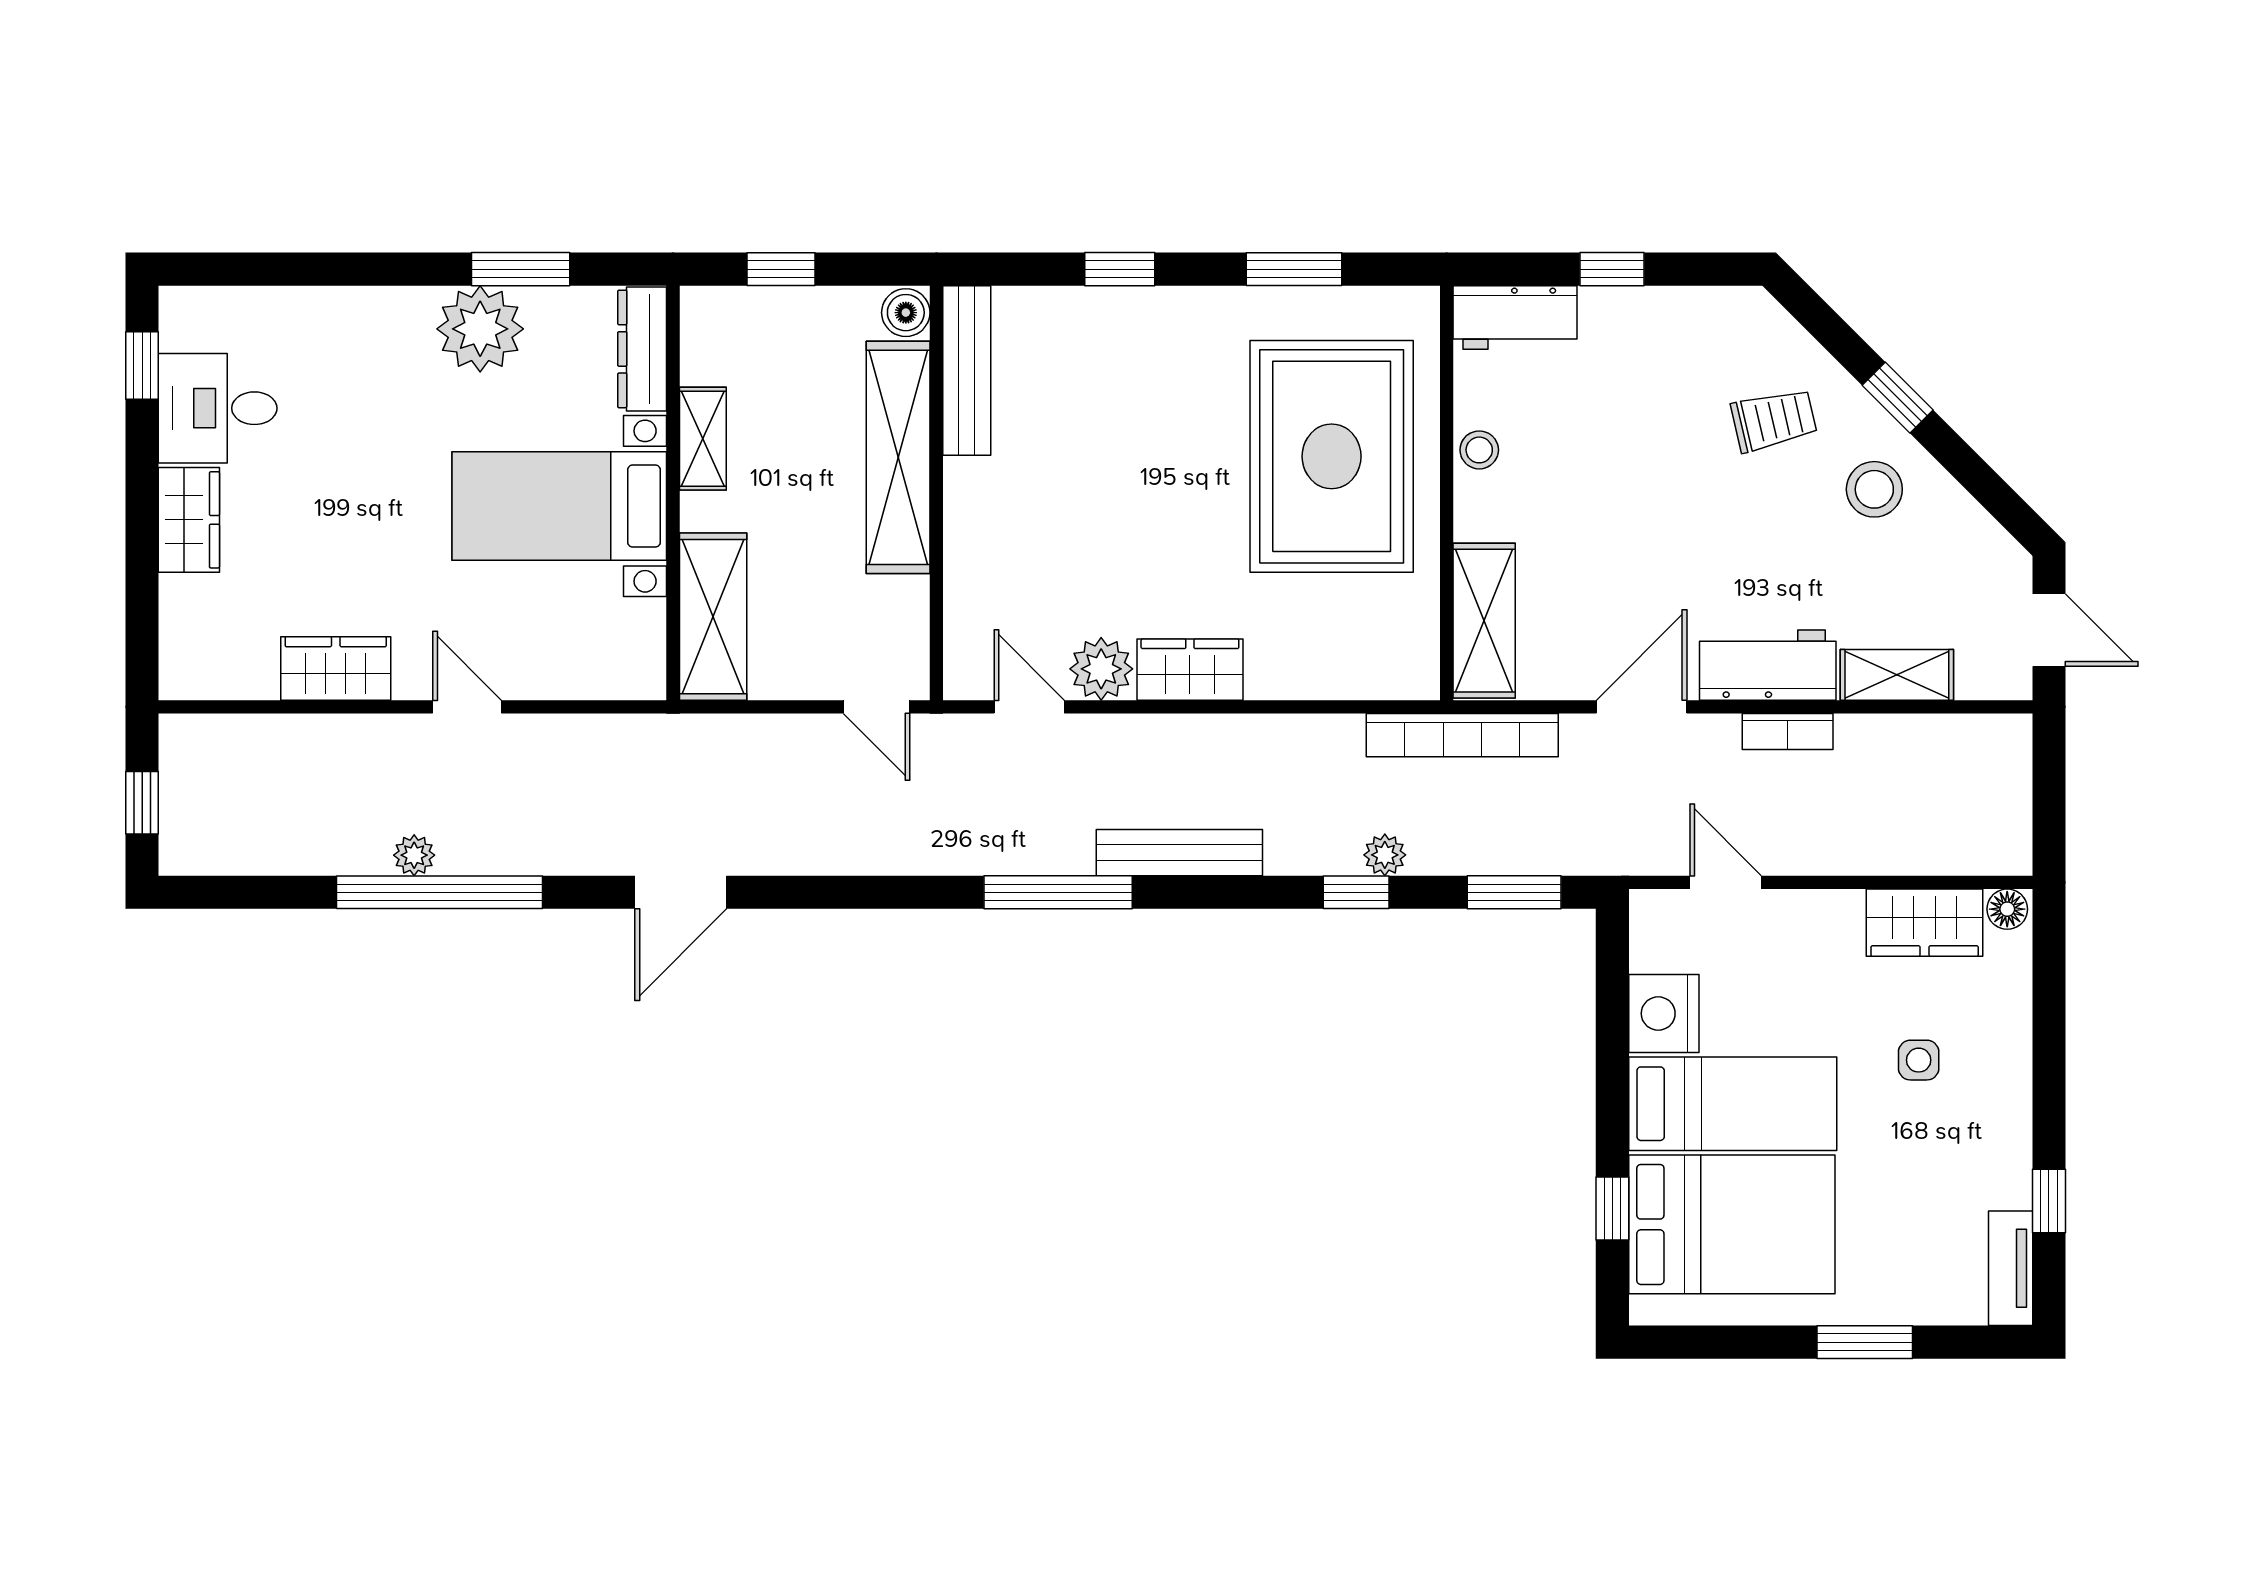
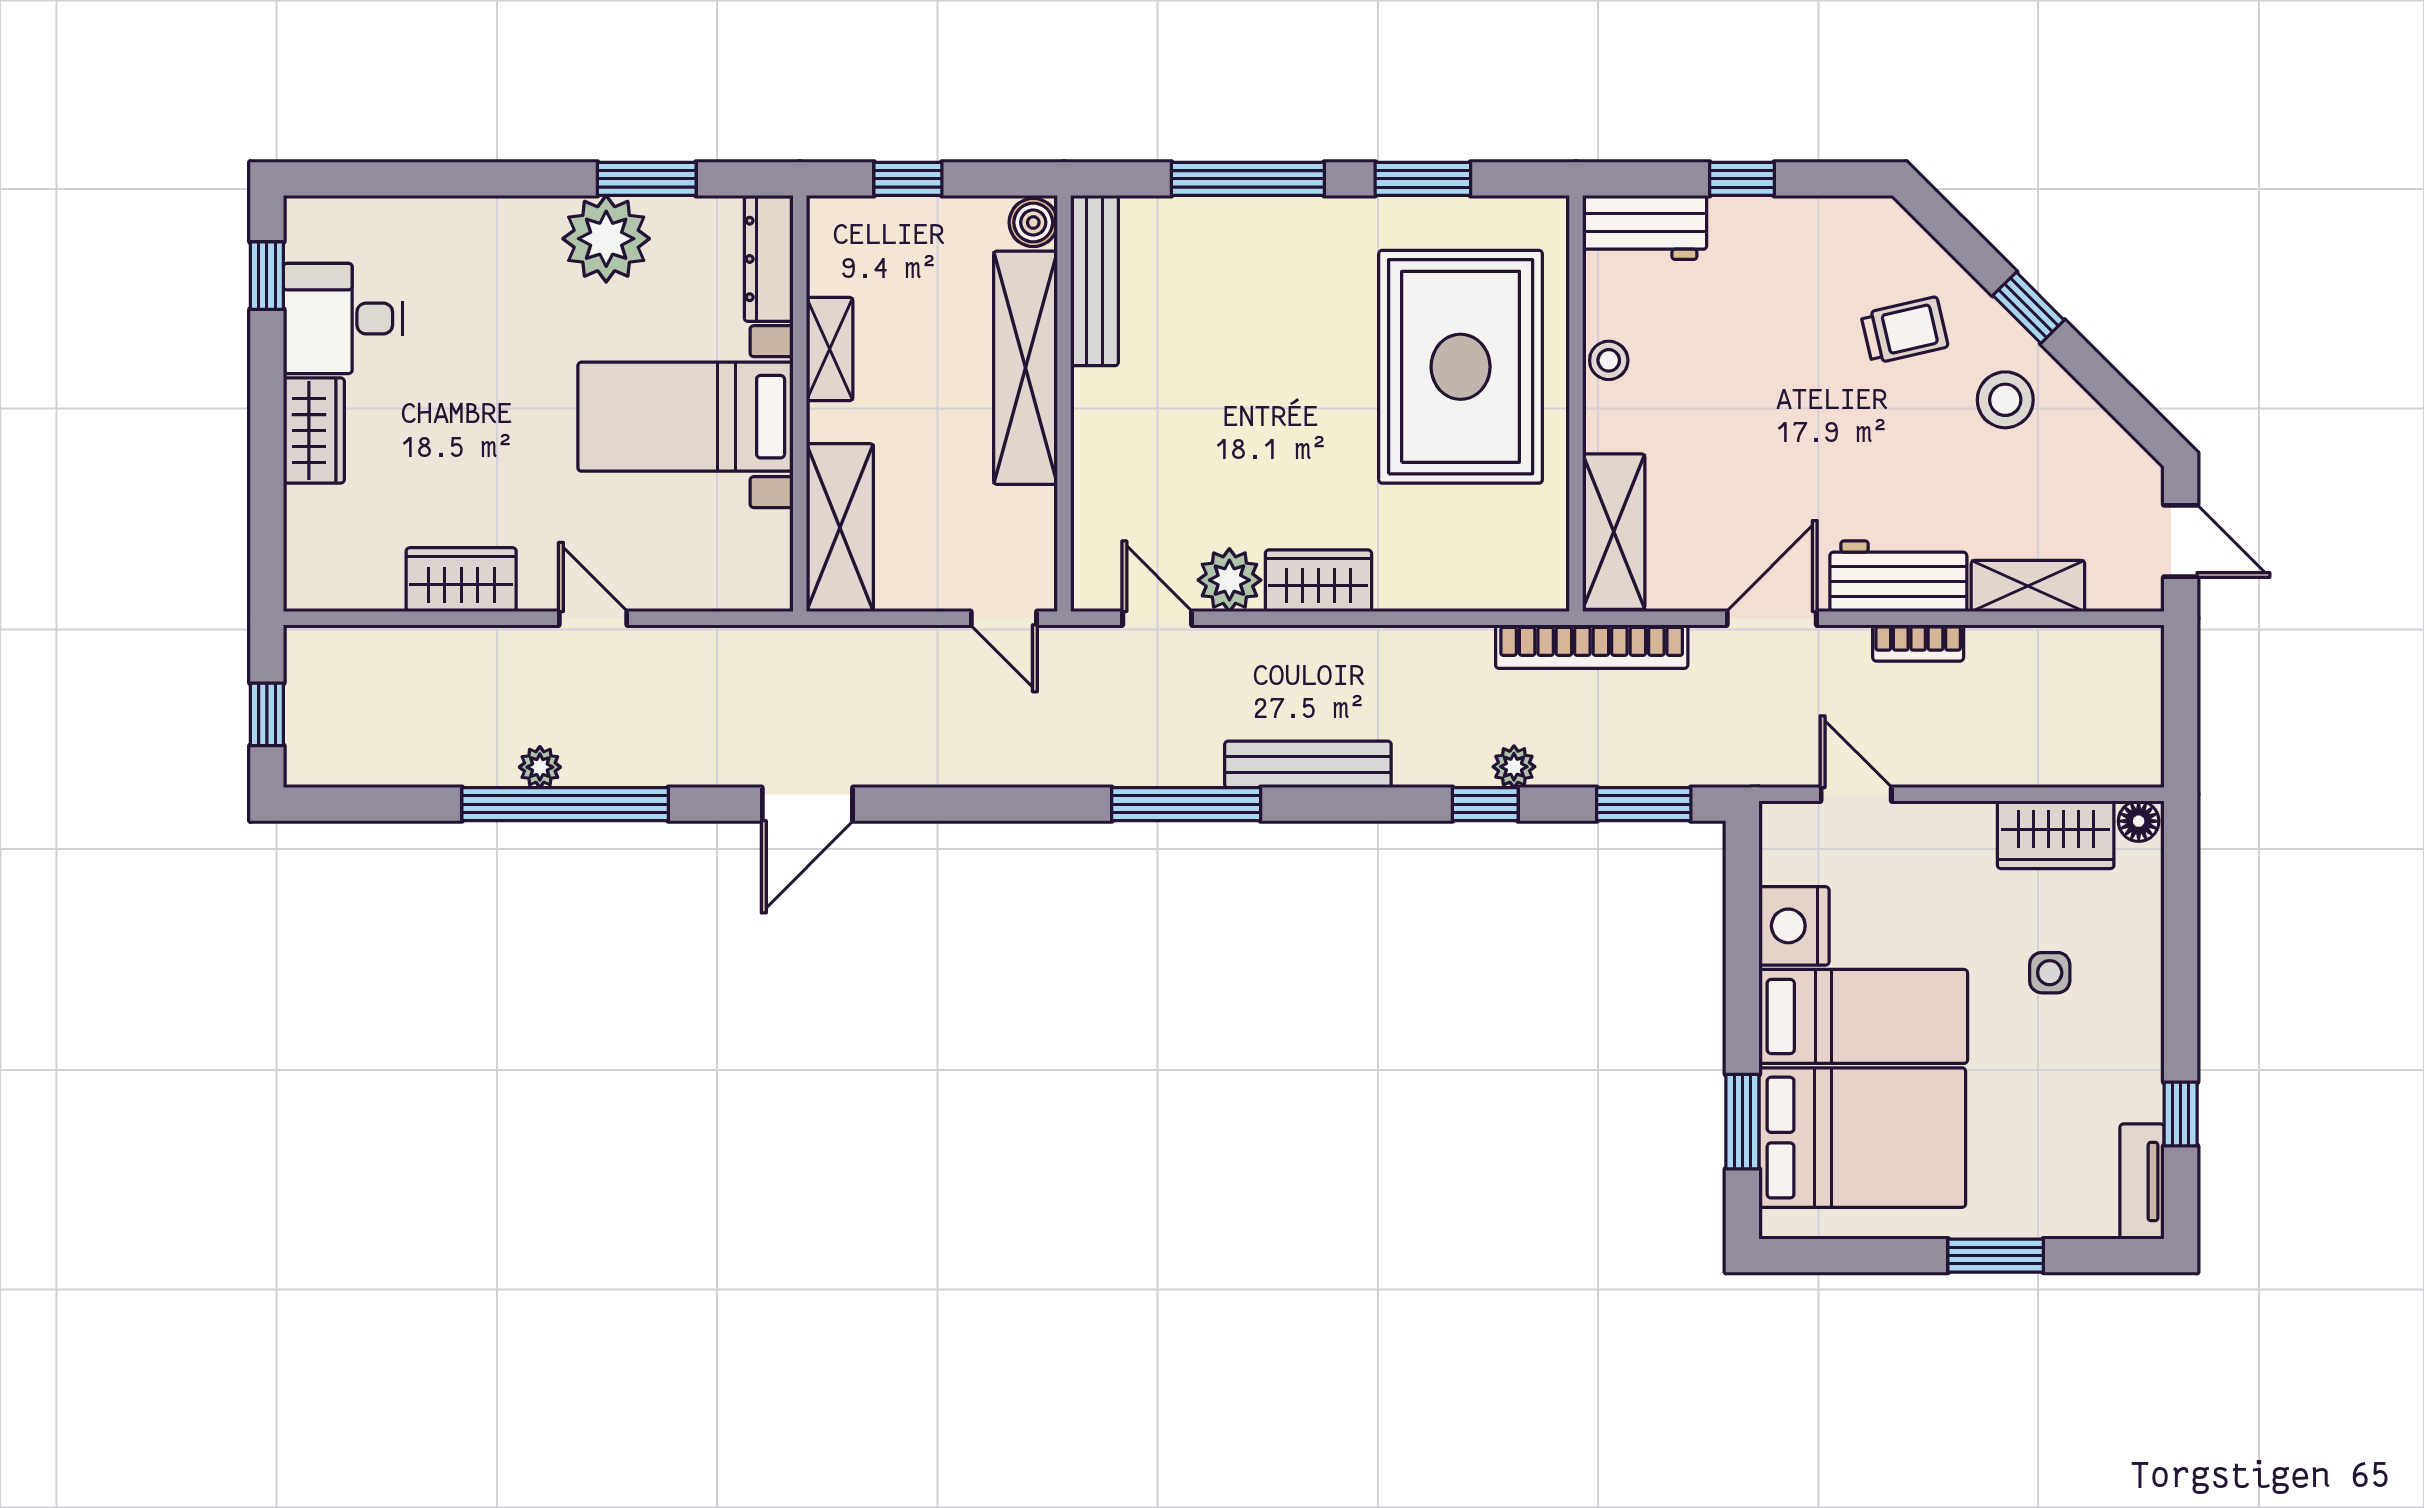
window: (1120, 269) -> (1248, 179), width x2.17
window: (1612, 1208) -> (1742, 1122), width x1.50

